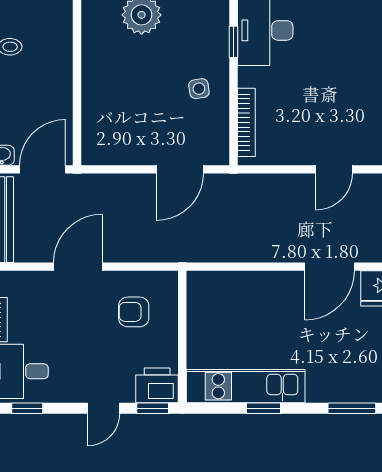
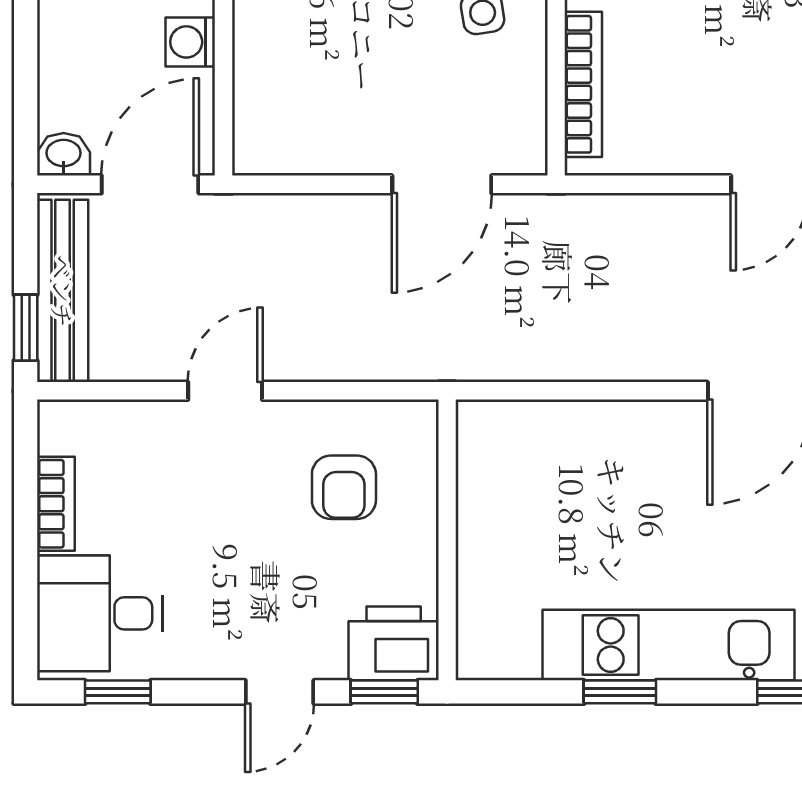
washing machine: (61, 102) -> (190, 42), added
door: (78, 267) -> (225, 391), width x0.73
armchair: (134, 312) -> (344, 487), turned -90
kitchen unit: (246, 386) -> (669, 645), moved

